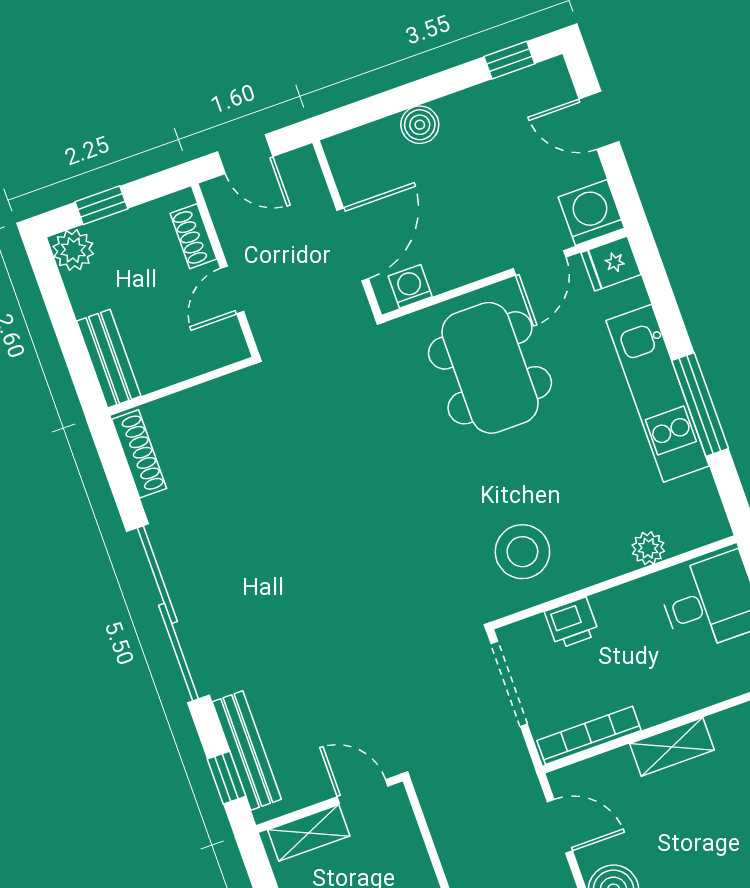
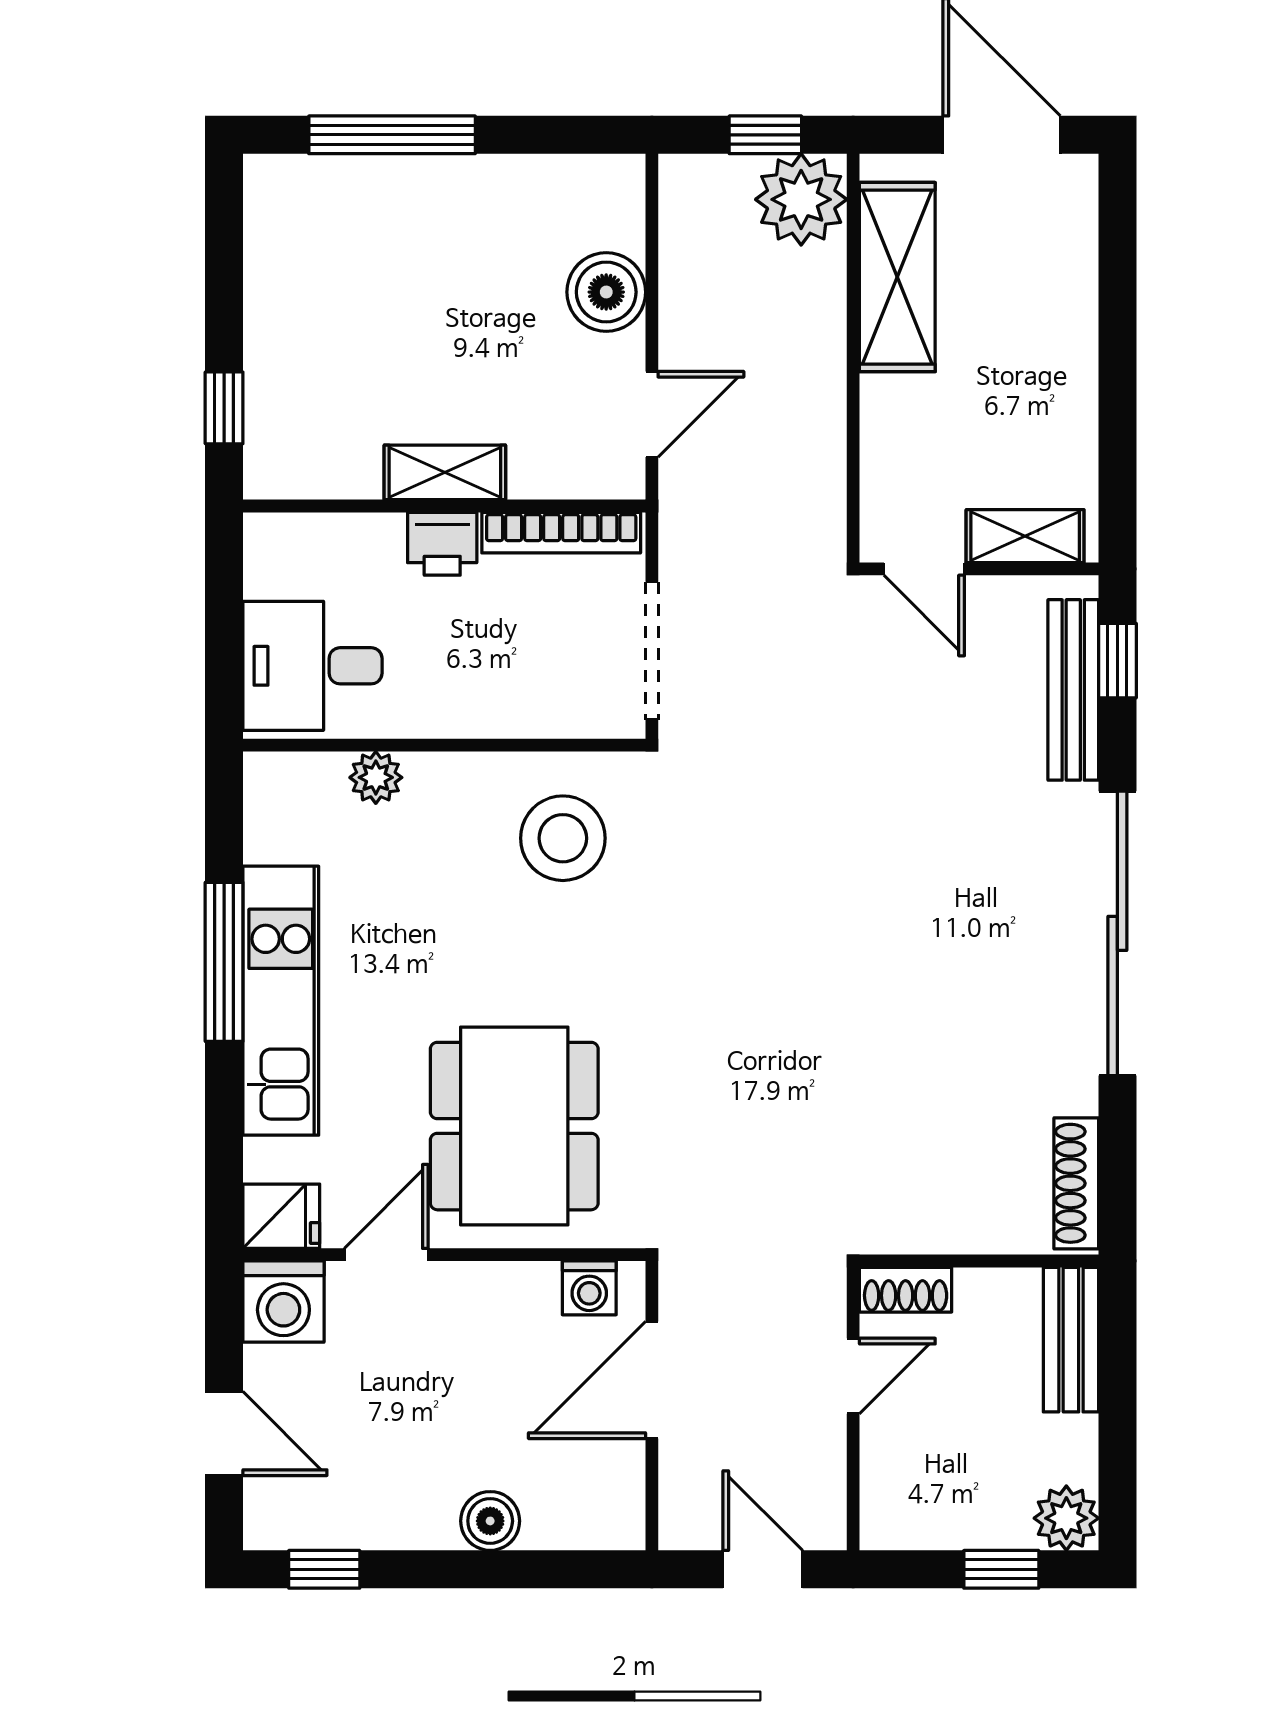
shoe rack: (194, 236) -> (906, 1290), moved, turned 90
printer: (572, 623) -> (442, 544), moved, turned 180
door: (560, 826) -> (652, 414), swing flipped

